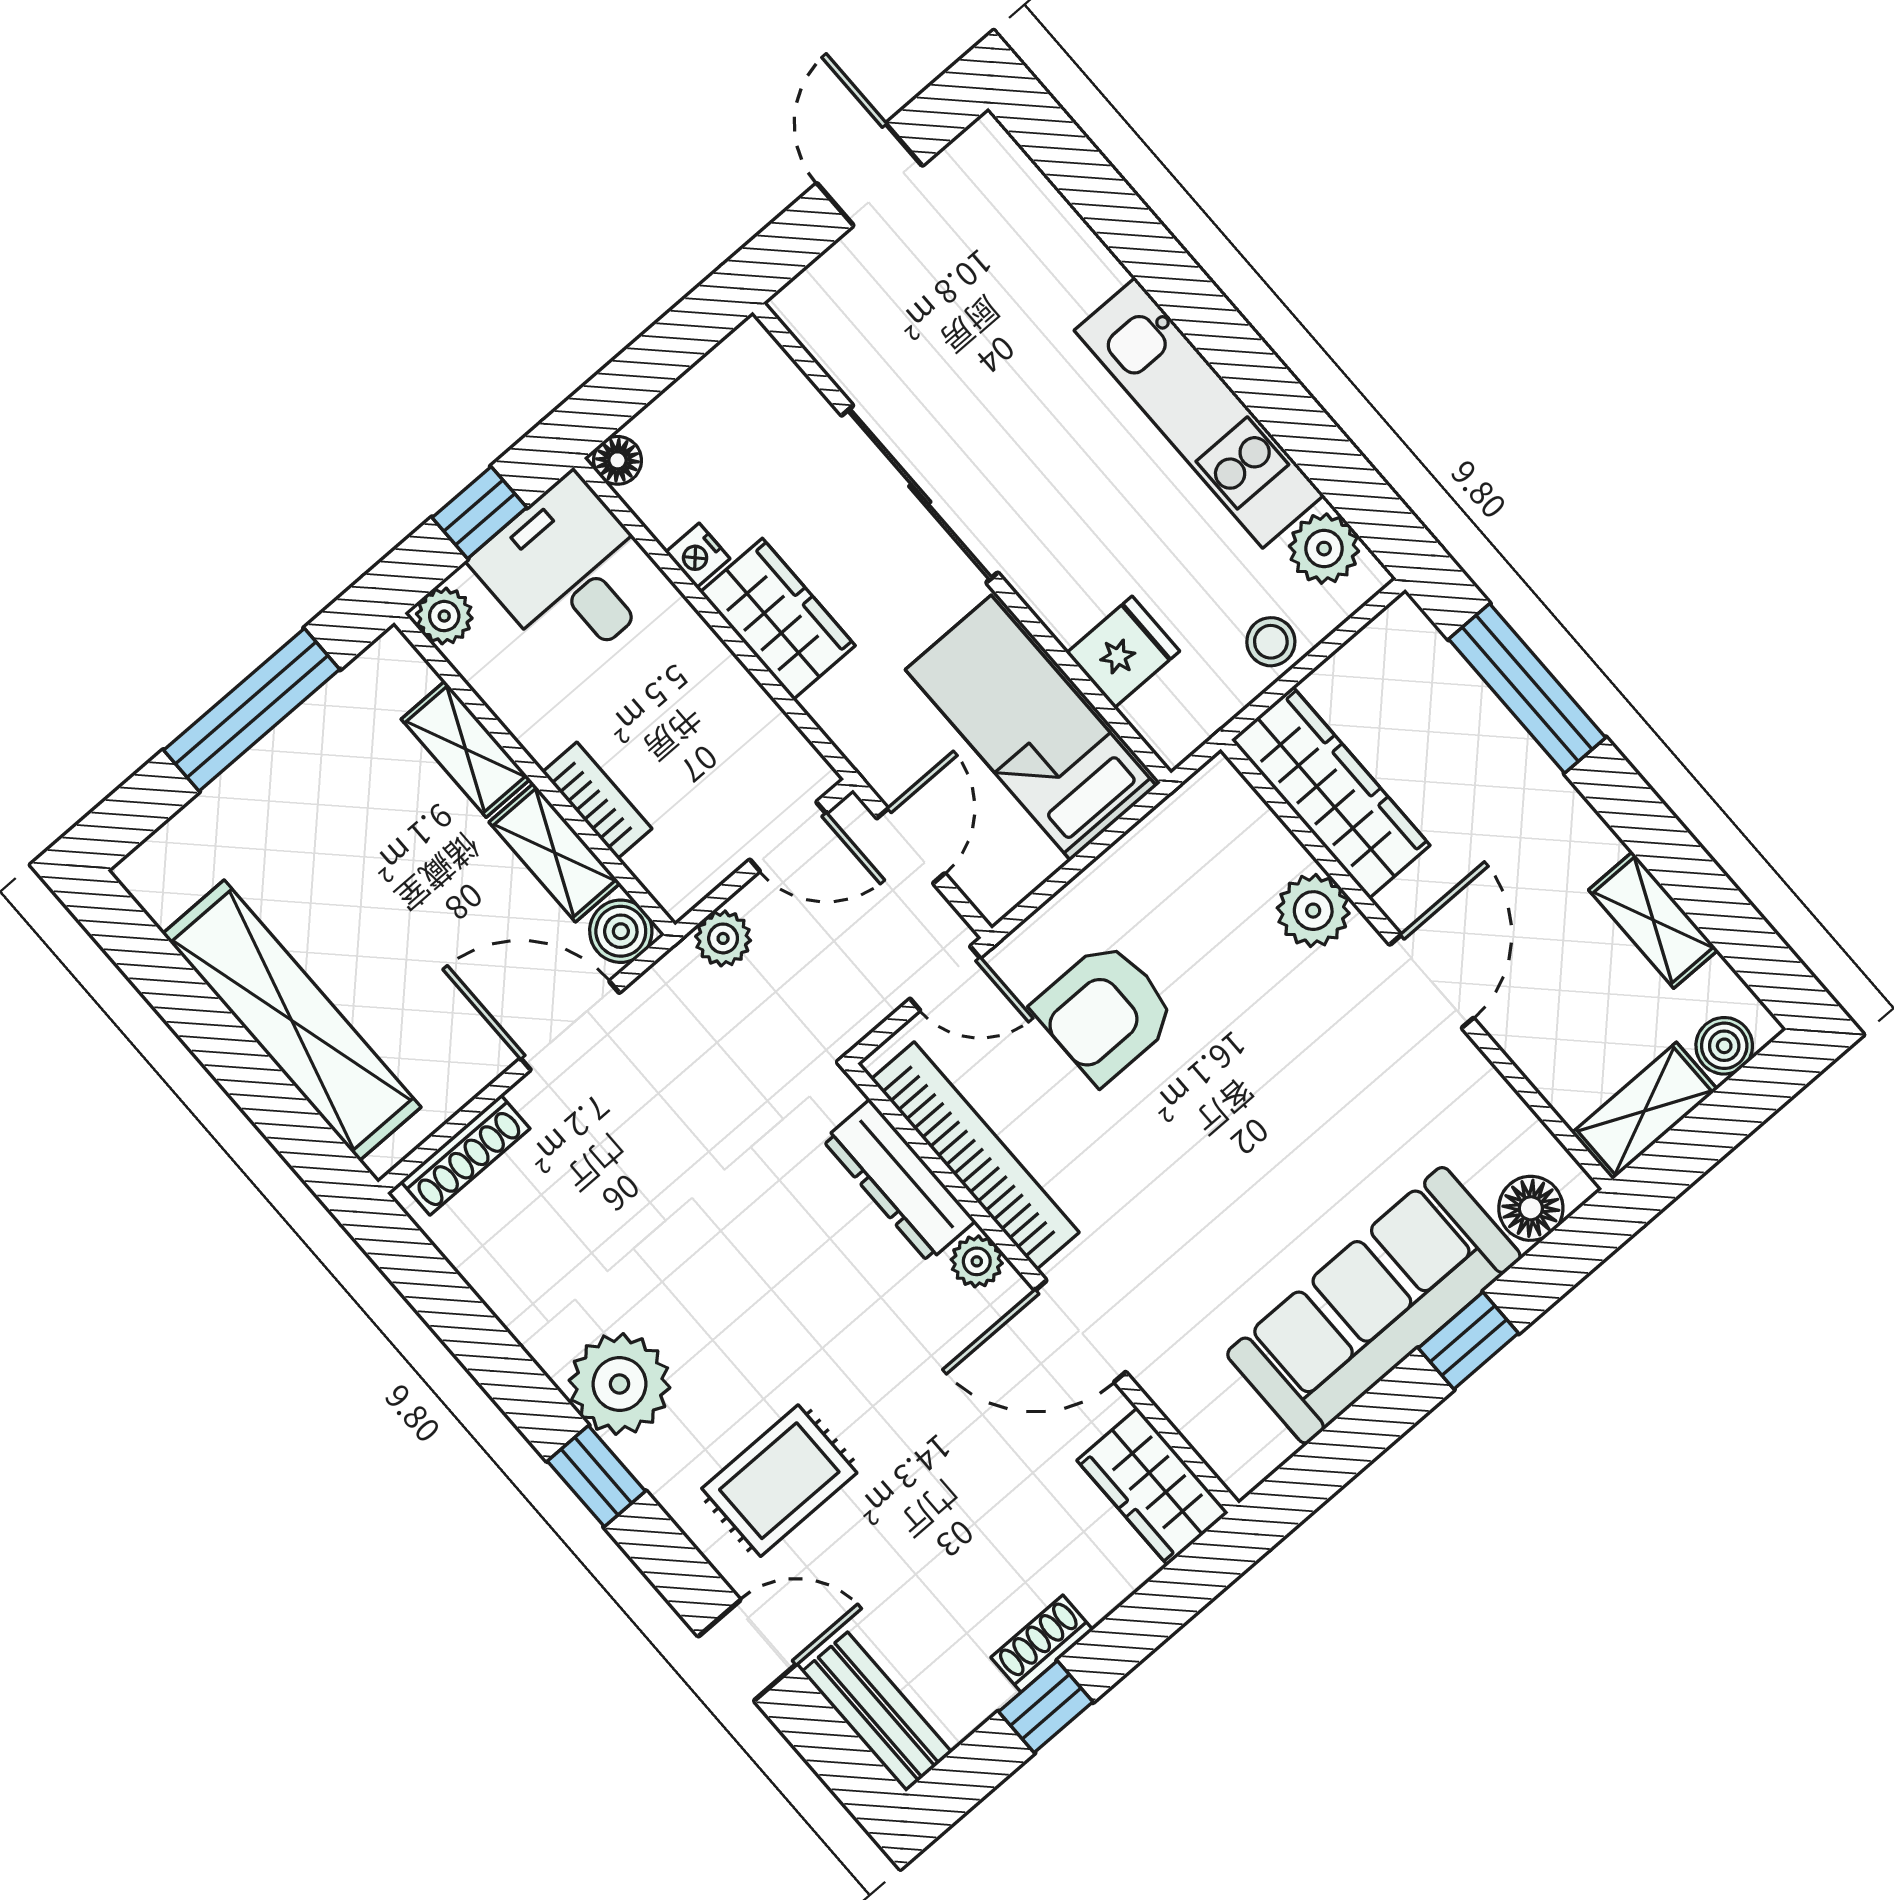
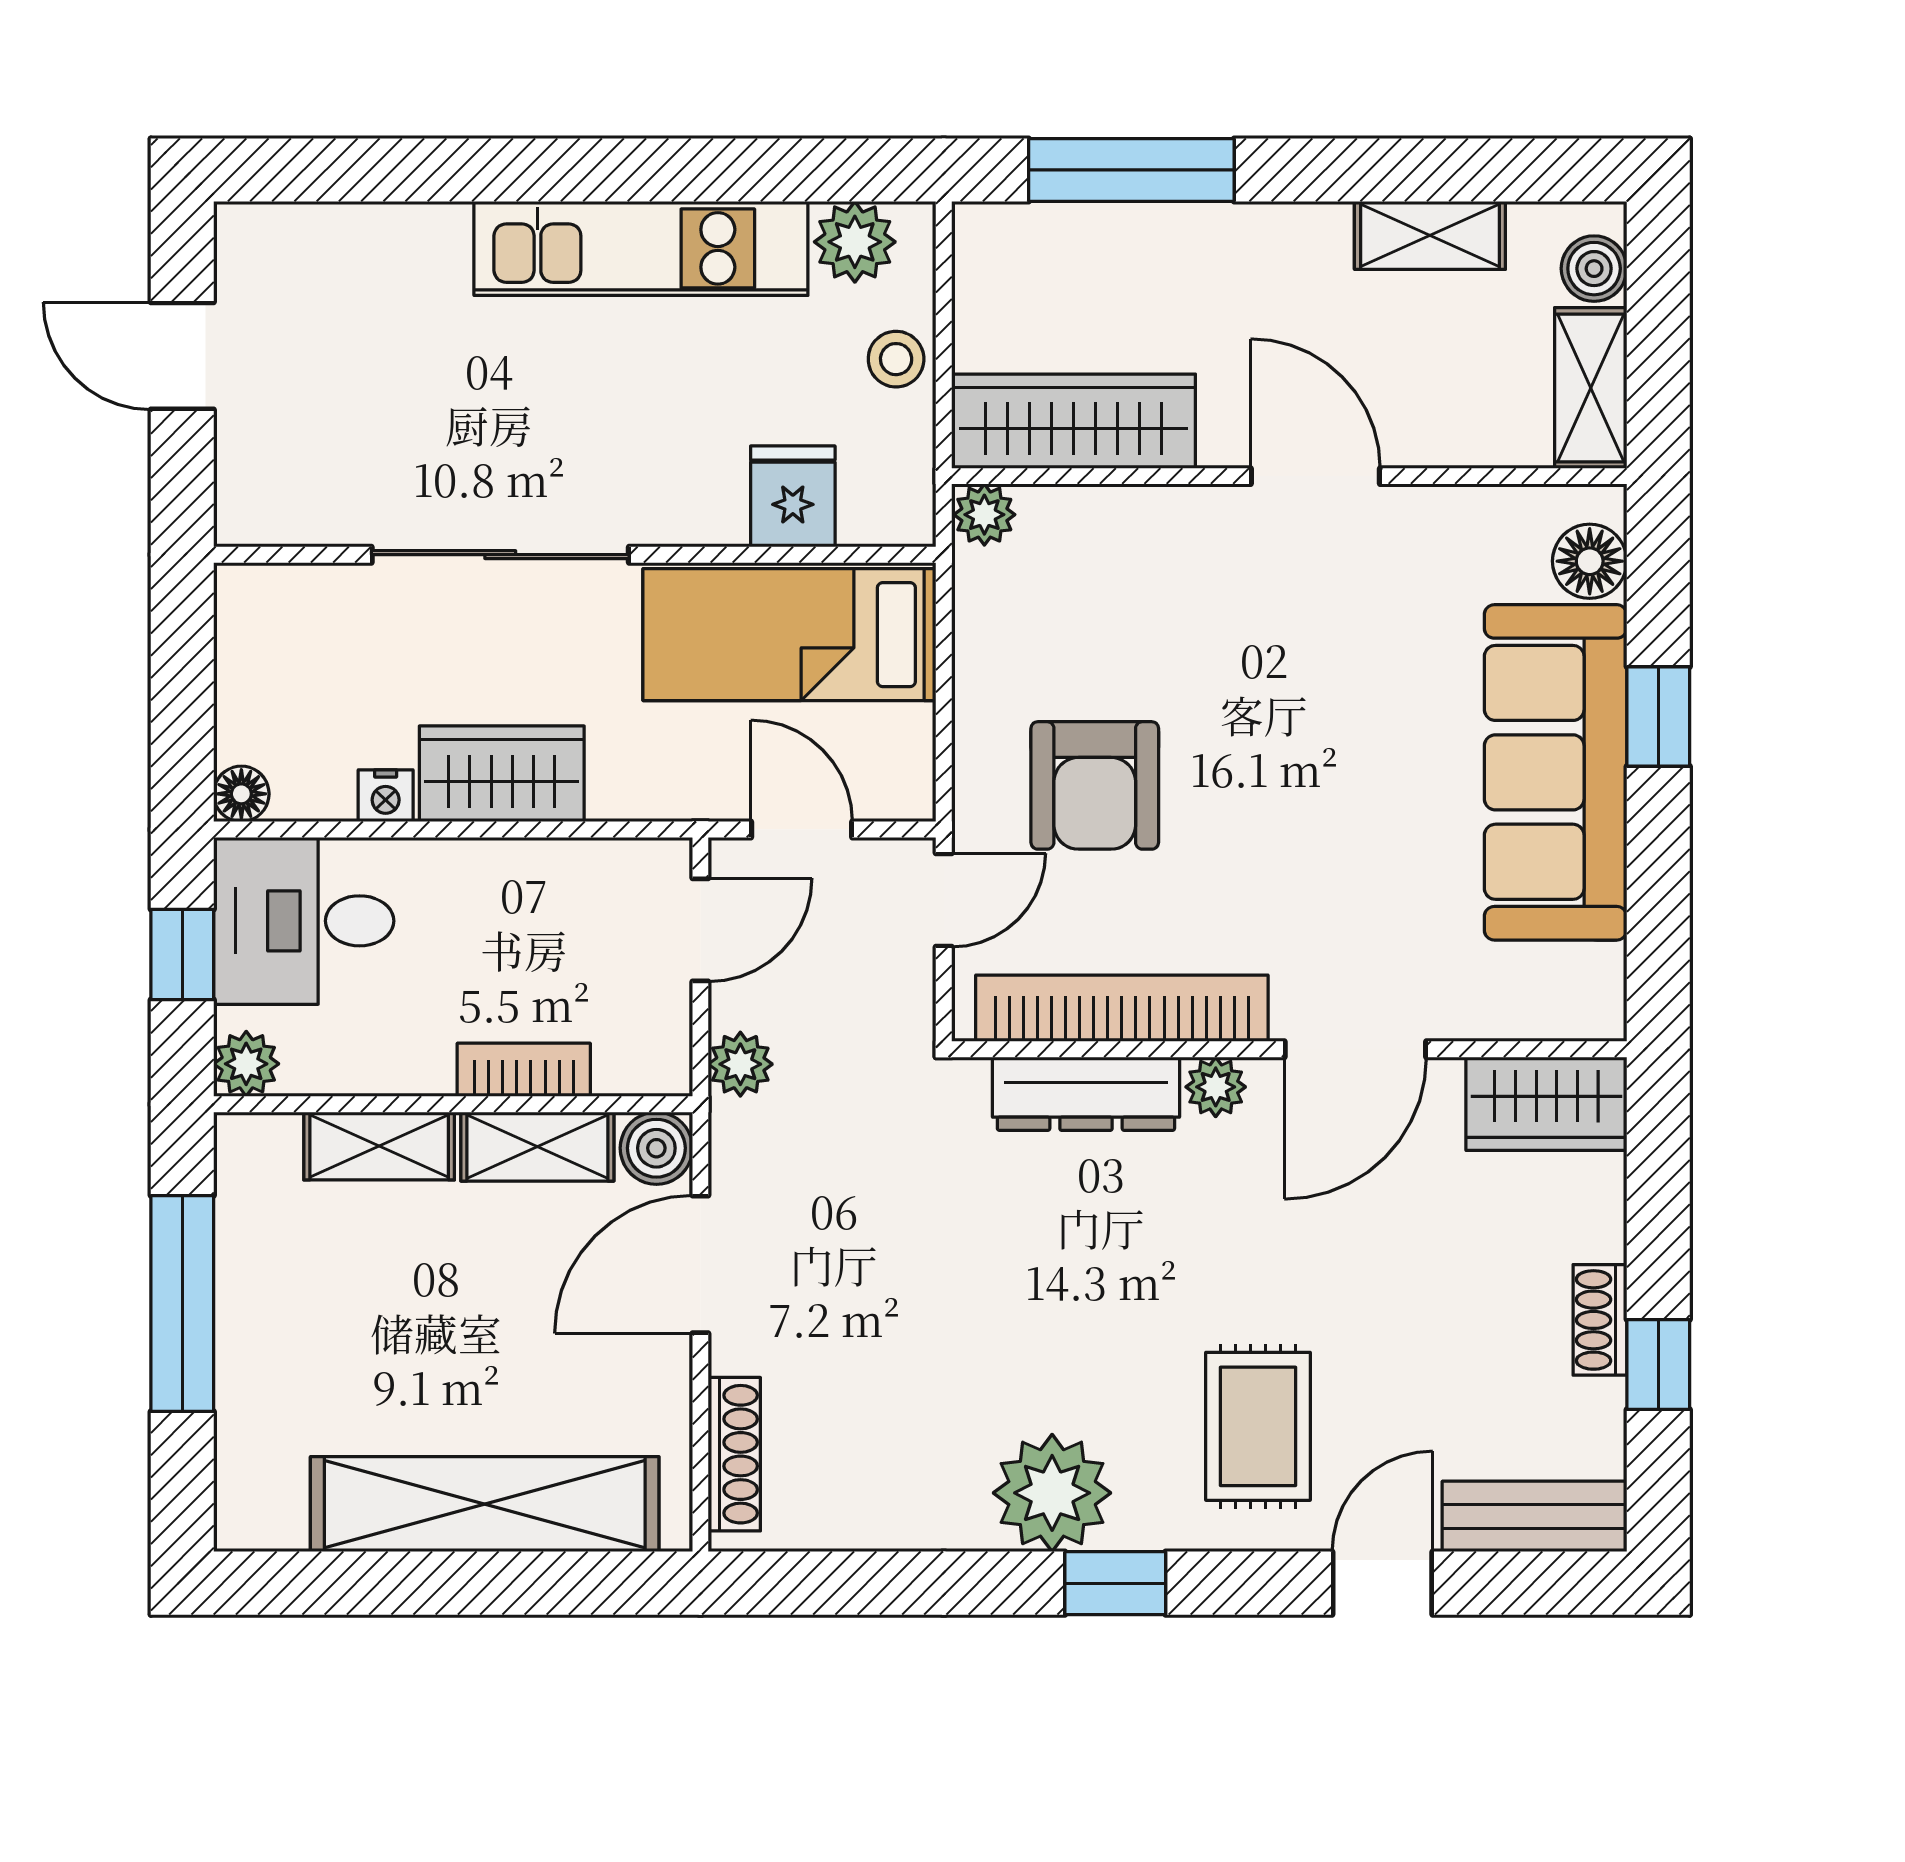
plant: (1313, 911) -> (984, 515), moved, width x0.73, depth x0.73

